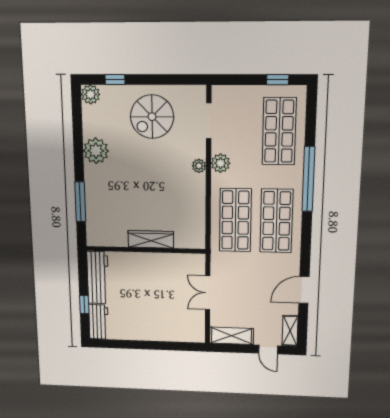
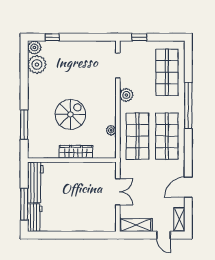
window: (278, 80) -> (139, 37), moved
spiral stairs: (152, 117) -> (70, 114), moved, turned 180
plant: (96, 151) -> (37, 65), moved
plant: (199, 166) -> (111, 130), moved
double door: (208, 293) -> (118, 192), swing flipped
window: (84, 305) -> (24, 204), width x2.17

